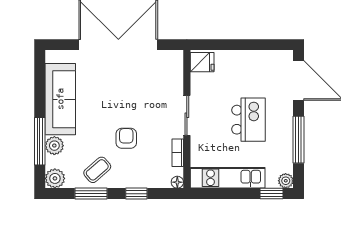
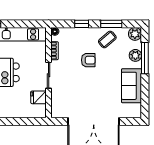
fridge: (202, 62) -> (39, 97), moved
sofa: (60, 99) -> (131, 86), width x0.73
armchair: (126, 138) -> (88, 60), turned -90

